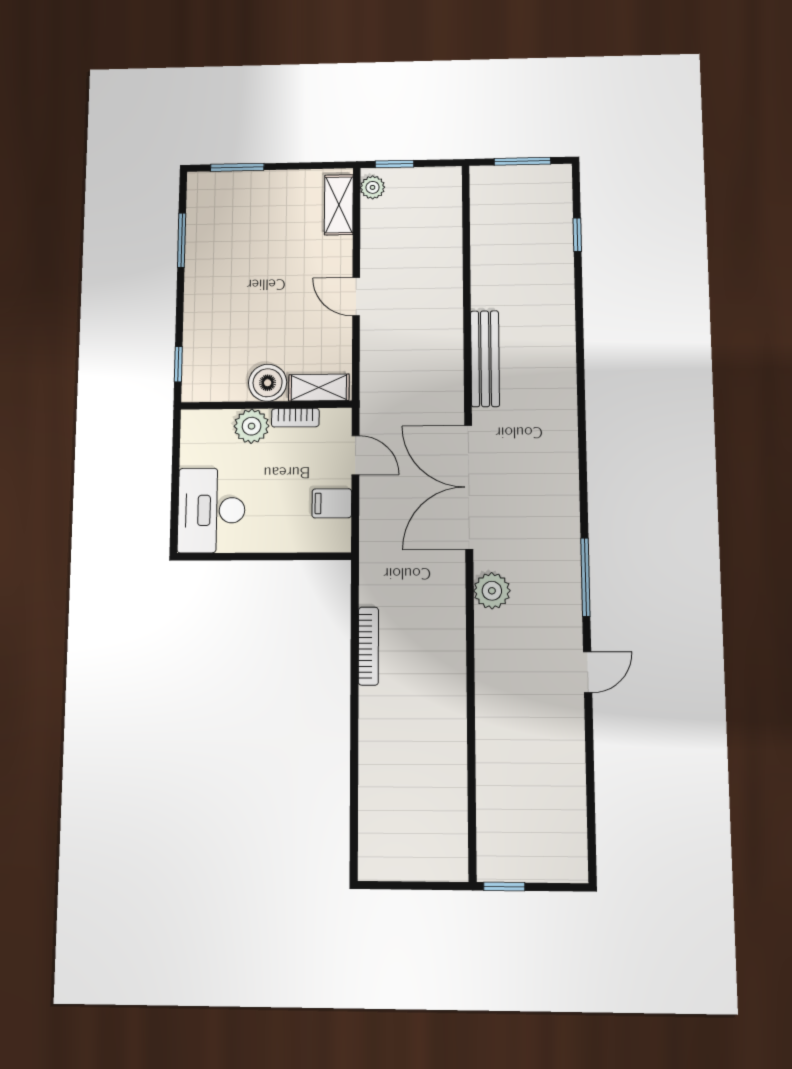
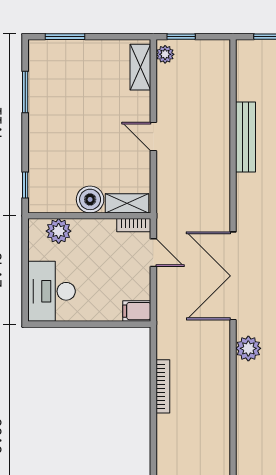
bench: (485, 359) -> (245, 137), moved
bookcase: (295, 418) -> (134, 225), moved
plant: (252, 426) -> (59, 231), moved
filing cabinet: (332, 503) -> (137, 311), moved

